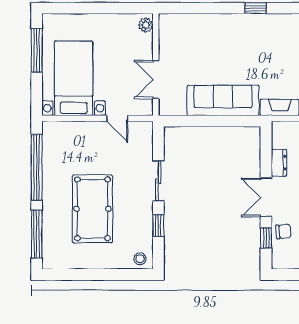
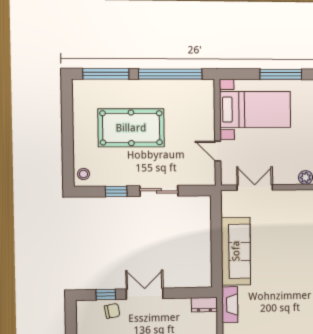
door: (117, 118) -> (218, 151), hinge flipped
dresser: (279, 163) -> (204, 305), moved
chair: (283, 231) -> (112, 311), turned -95

